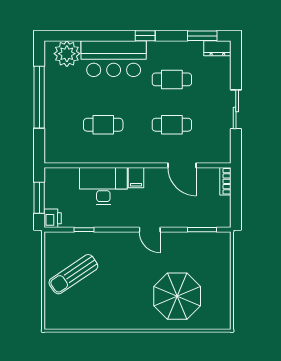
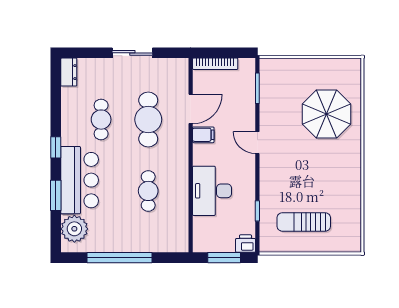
window: (202, 36) -> (56, 195), moved
cafe table: (172, 125) -> (148, 120), width x1.37, depth x1.35
filing cabinet: (136, 178) -> (203, 135), moved
bookcase: (225, 181) -> (215, 64), width x1.56
door: (150, 230) -> (257, 143), swing flipped
sun lounger: (73, 274) -> (304, 222), turned 124

